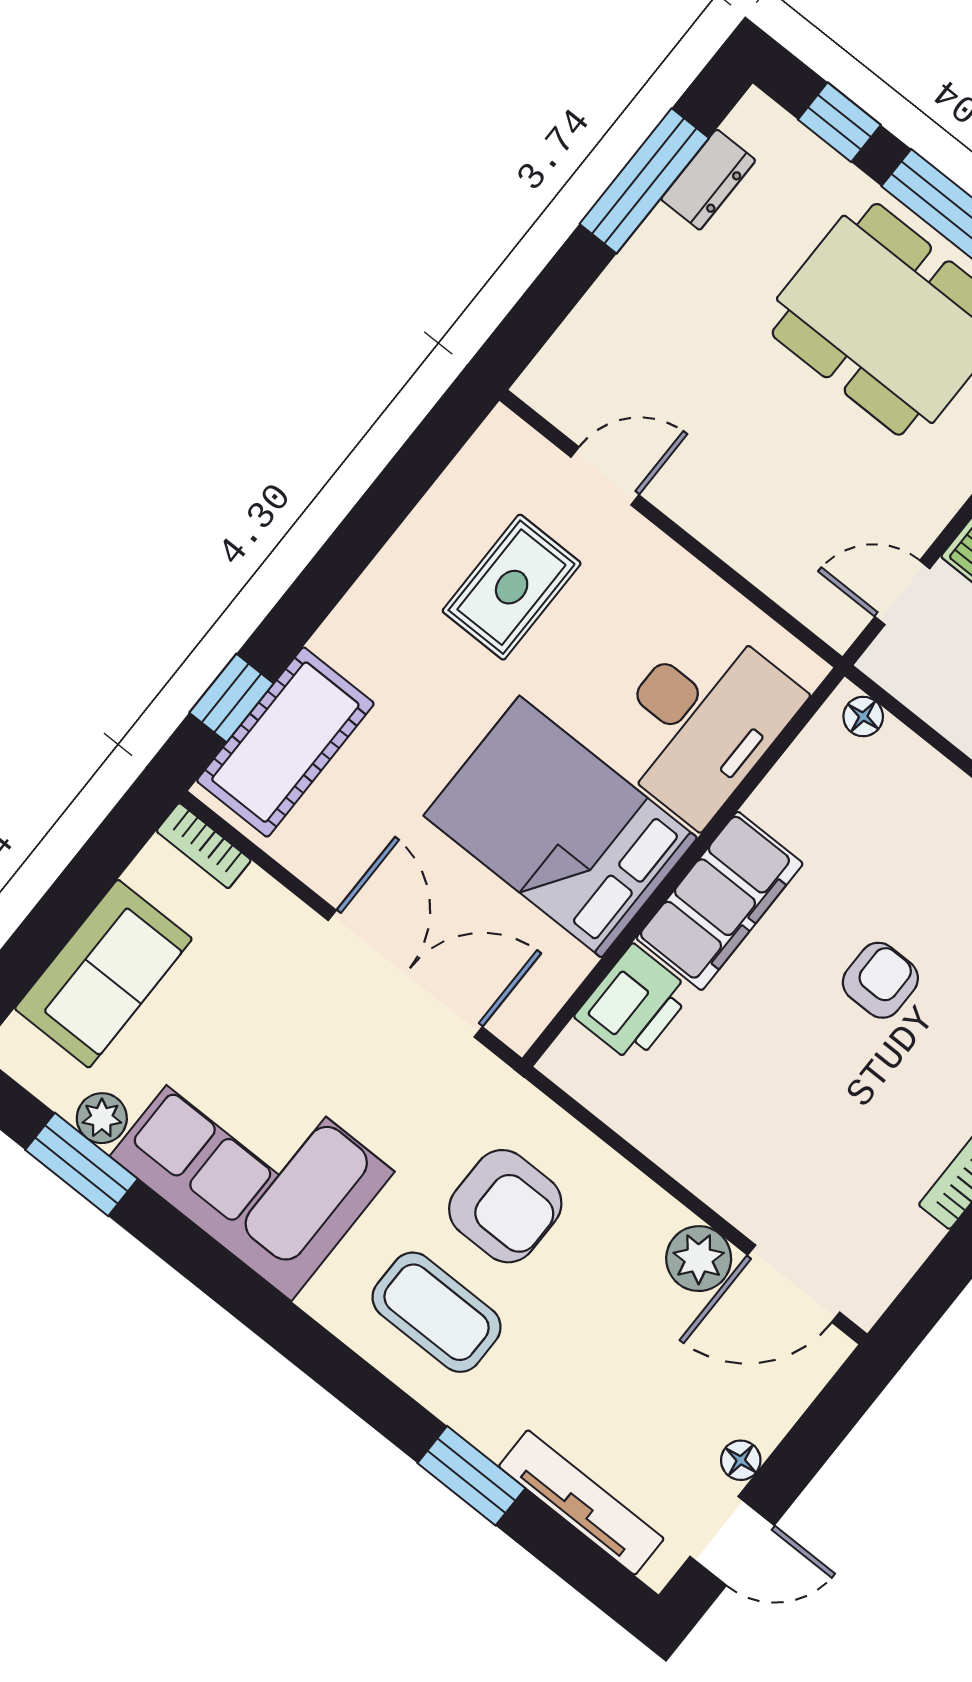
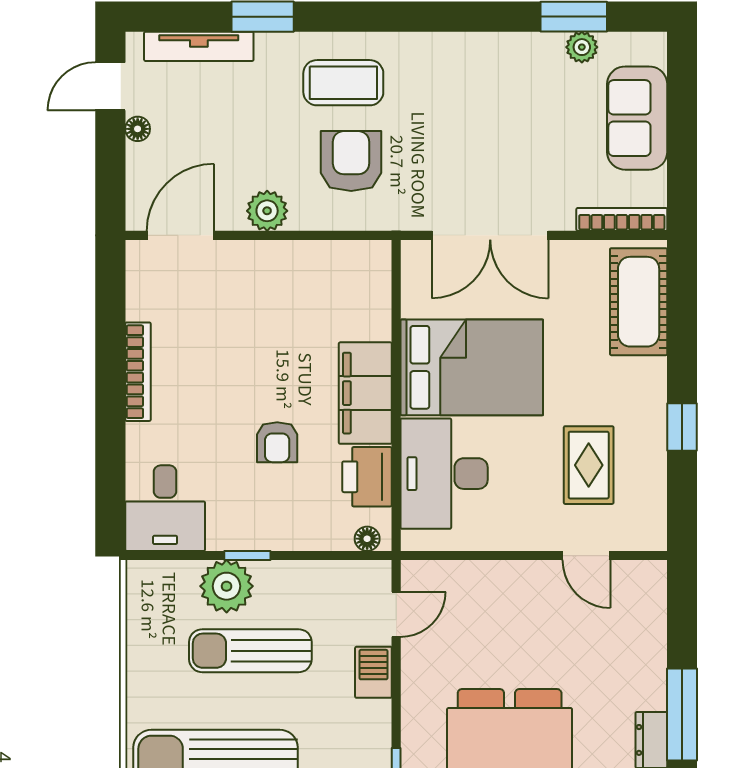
door: (605, 476) -> (586, 556), hinge flipped
window: (231, 698) -> (682, 427), moved
bookcase: (204, 846) -> (622, 219), width x1.56
armchair: (880, 980) -> (277, 442), moved
printer: (634, 1004) -> (367, 477), moved
corner sofa: (252, 1164) -> (491, 83), removed
armchair: (505, 1206) -> (351, 161), turned 90
plant: (699, 1259) -> (267, 211), moved

